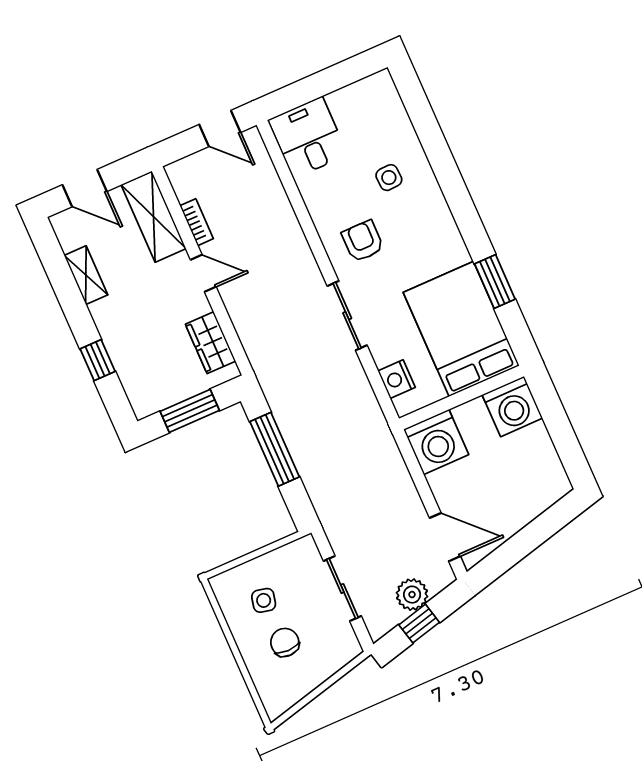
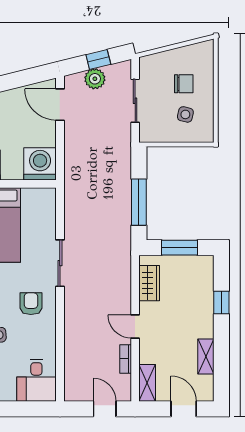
door: (220, 128) -> (105, 409), moved
shelving: (154, 217) -> (147, 383), width x0.67, depth x0.75
armchair: (363, 241) -> (31, 304), turned 180
nightstand: (397, 379) -> (47, 212), removed
chair: (285, 642) -> (184, 84), turned -90

